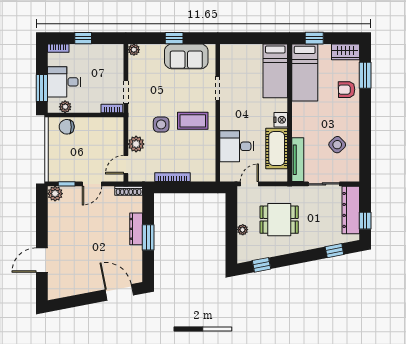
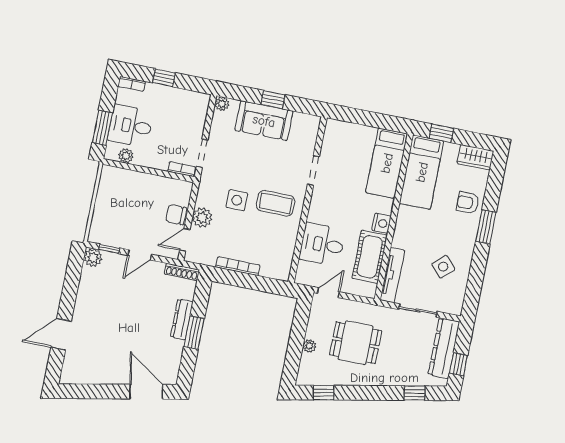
sofa: (186, 56) -> (264, 121), moved
window: (365, 75) -> (486, 227), moved
chair: (67, 127) -> (176, 215), moved

